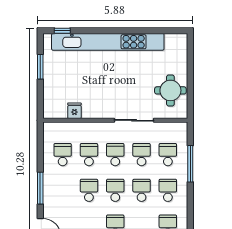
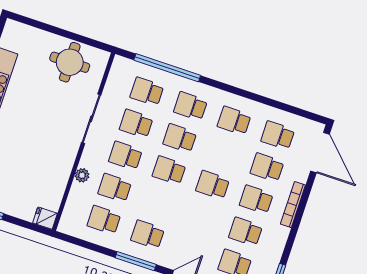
fridge: (74, 111) -> (45, 218), moved
plant: (90, 127) -> (82, 175), added
window: (190, 164) -> (167, 68), width x1.46
school desk: (89, 190) -> (148, 235), moved

